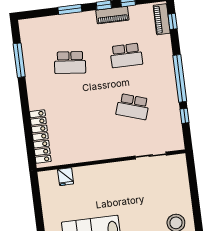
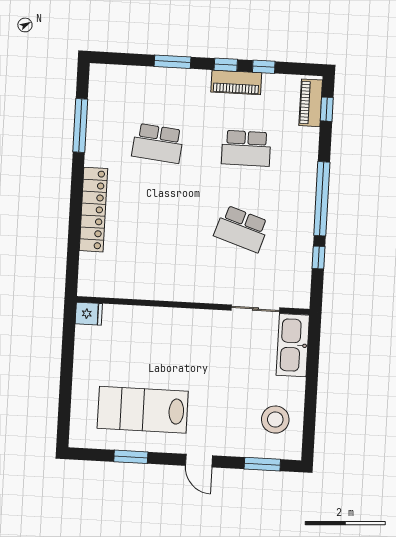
locker: (40, 137) -> (93, 210), moved
kitchen sink: (178, 174) -> (293, 345), added
fridge: (66, 177) -> (89, 314), moved, turned -90

